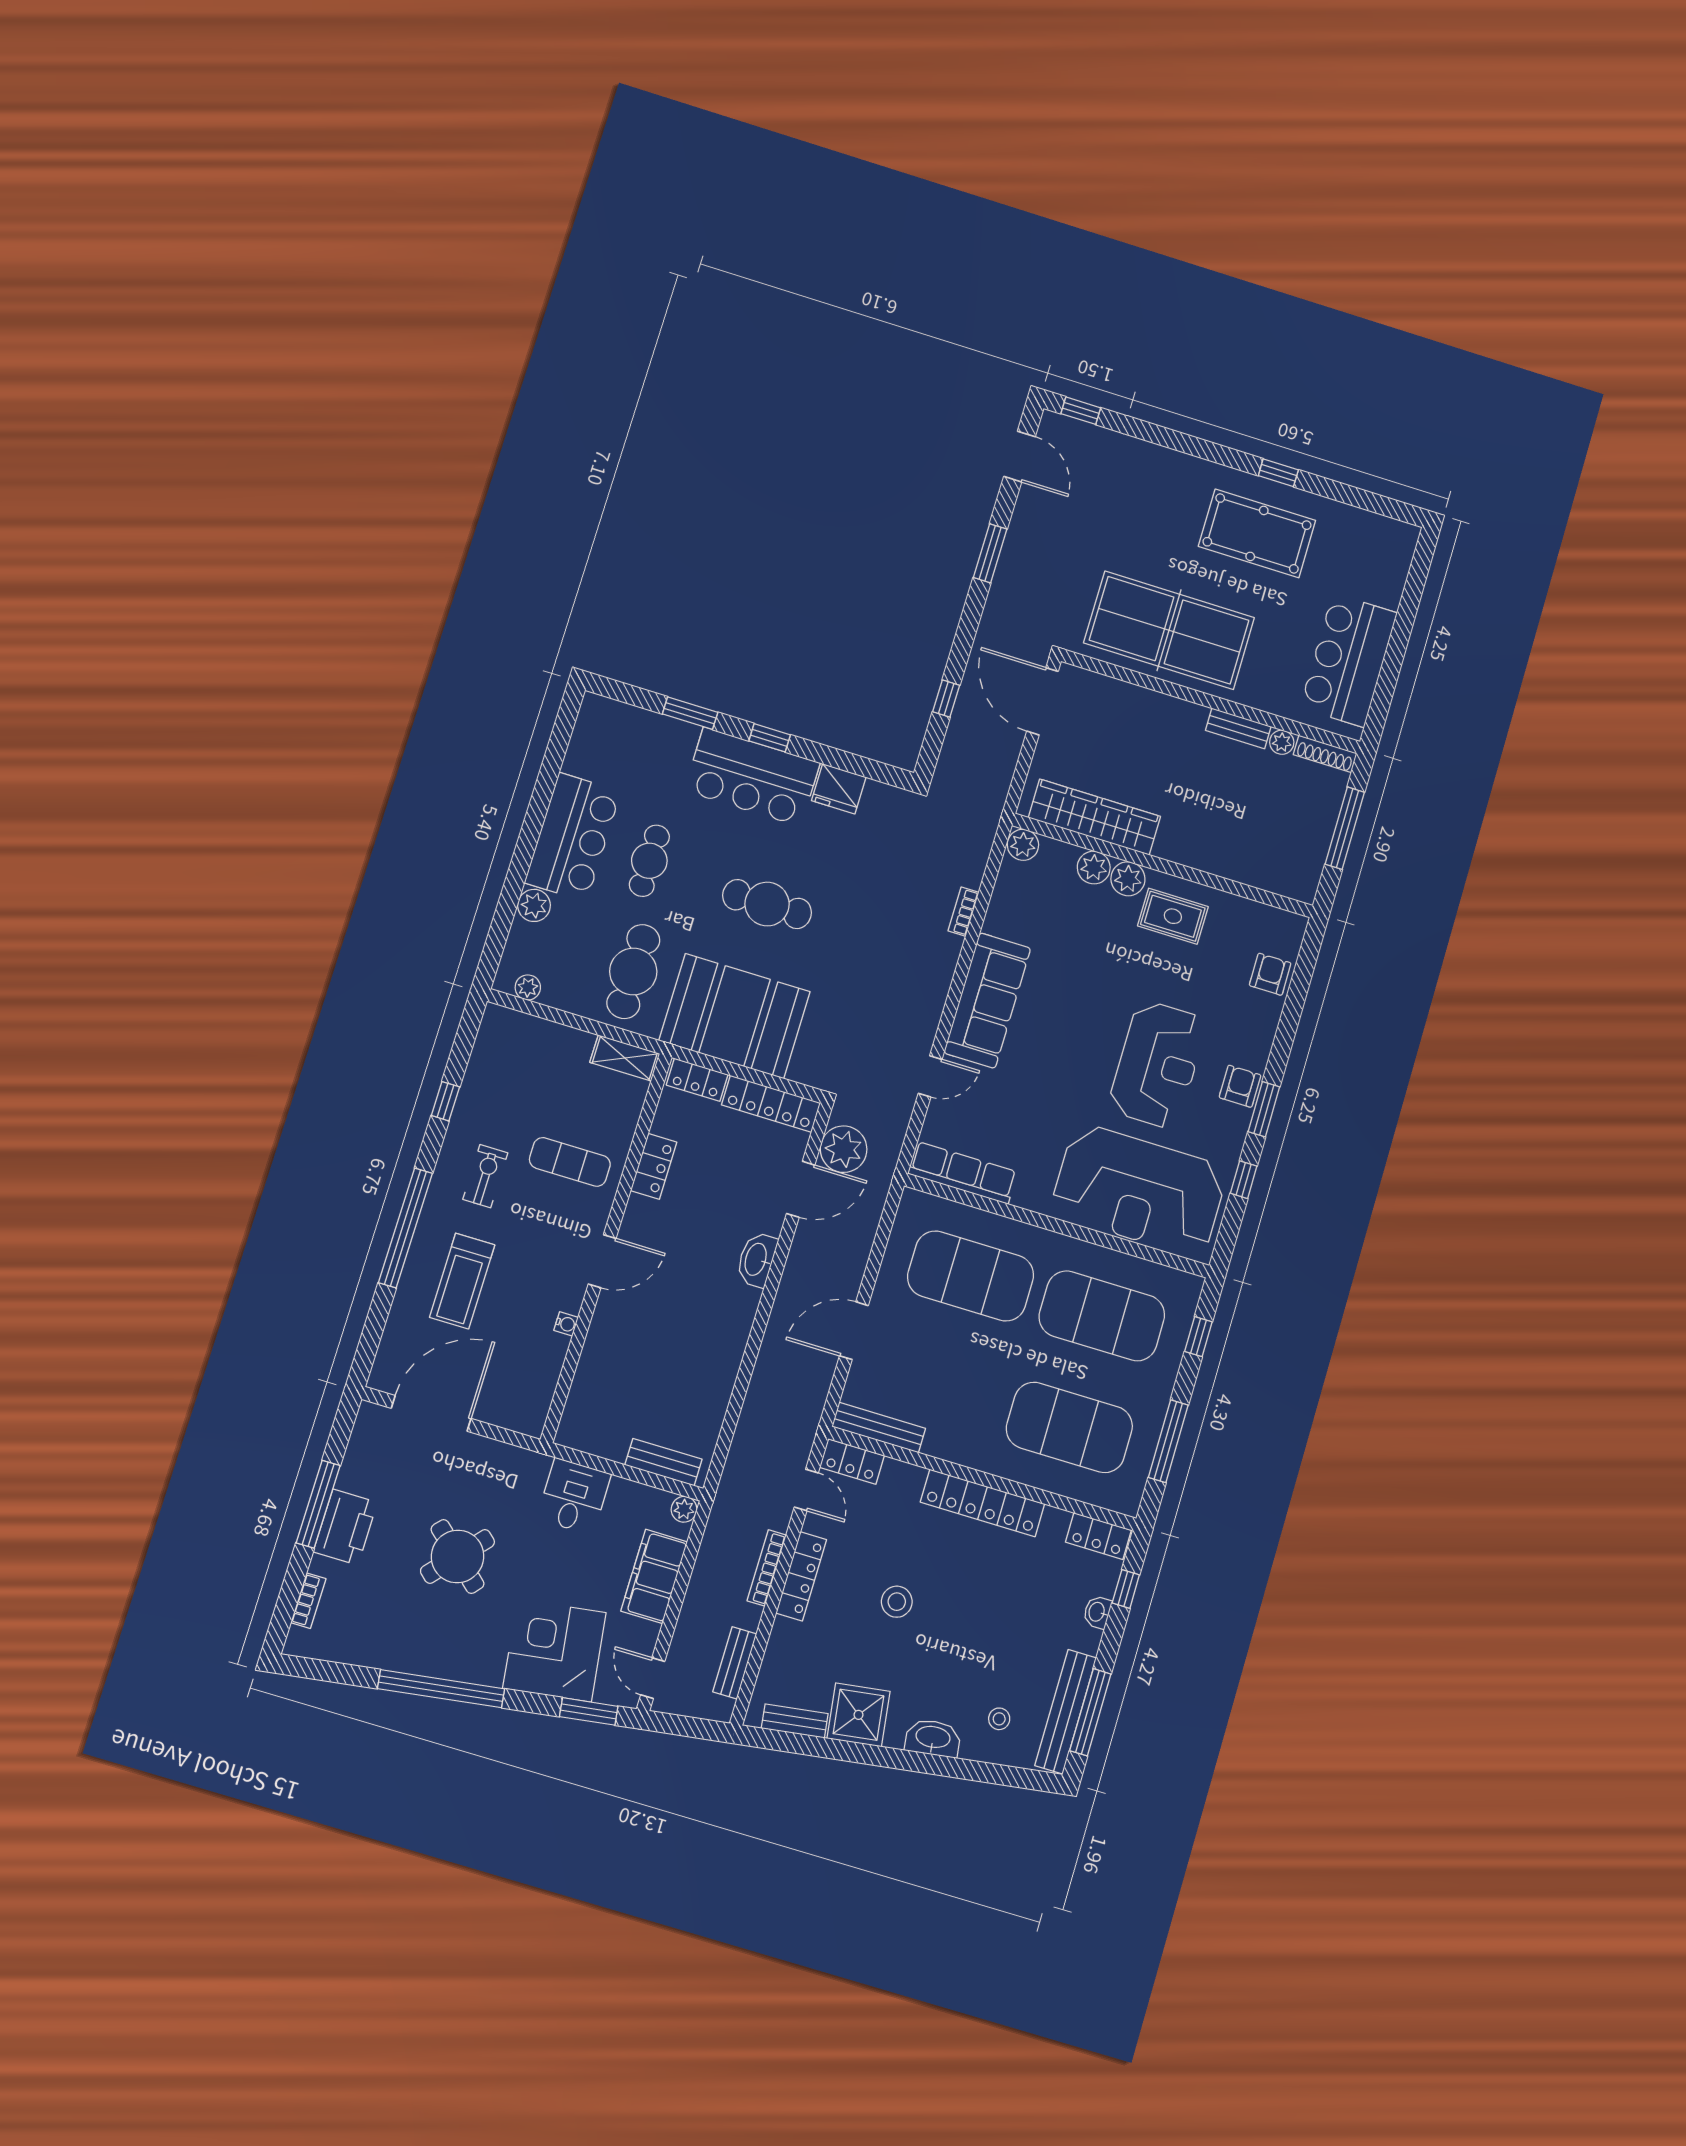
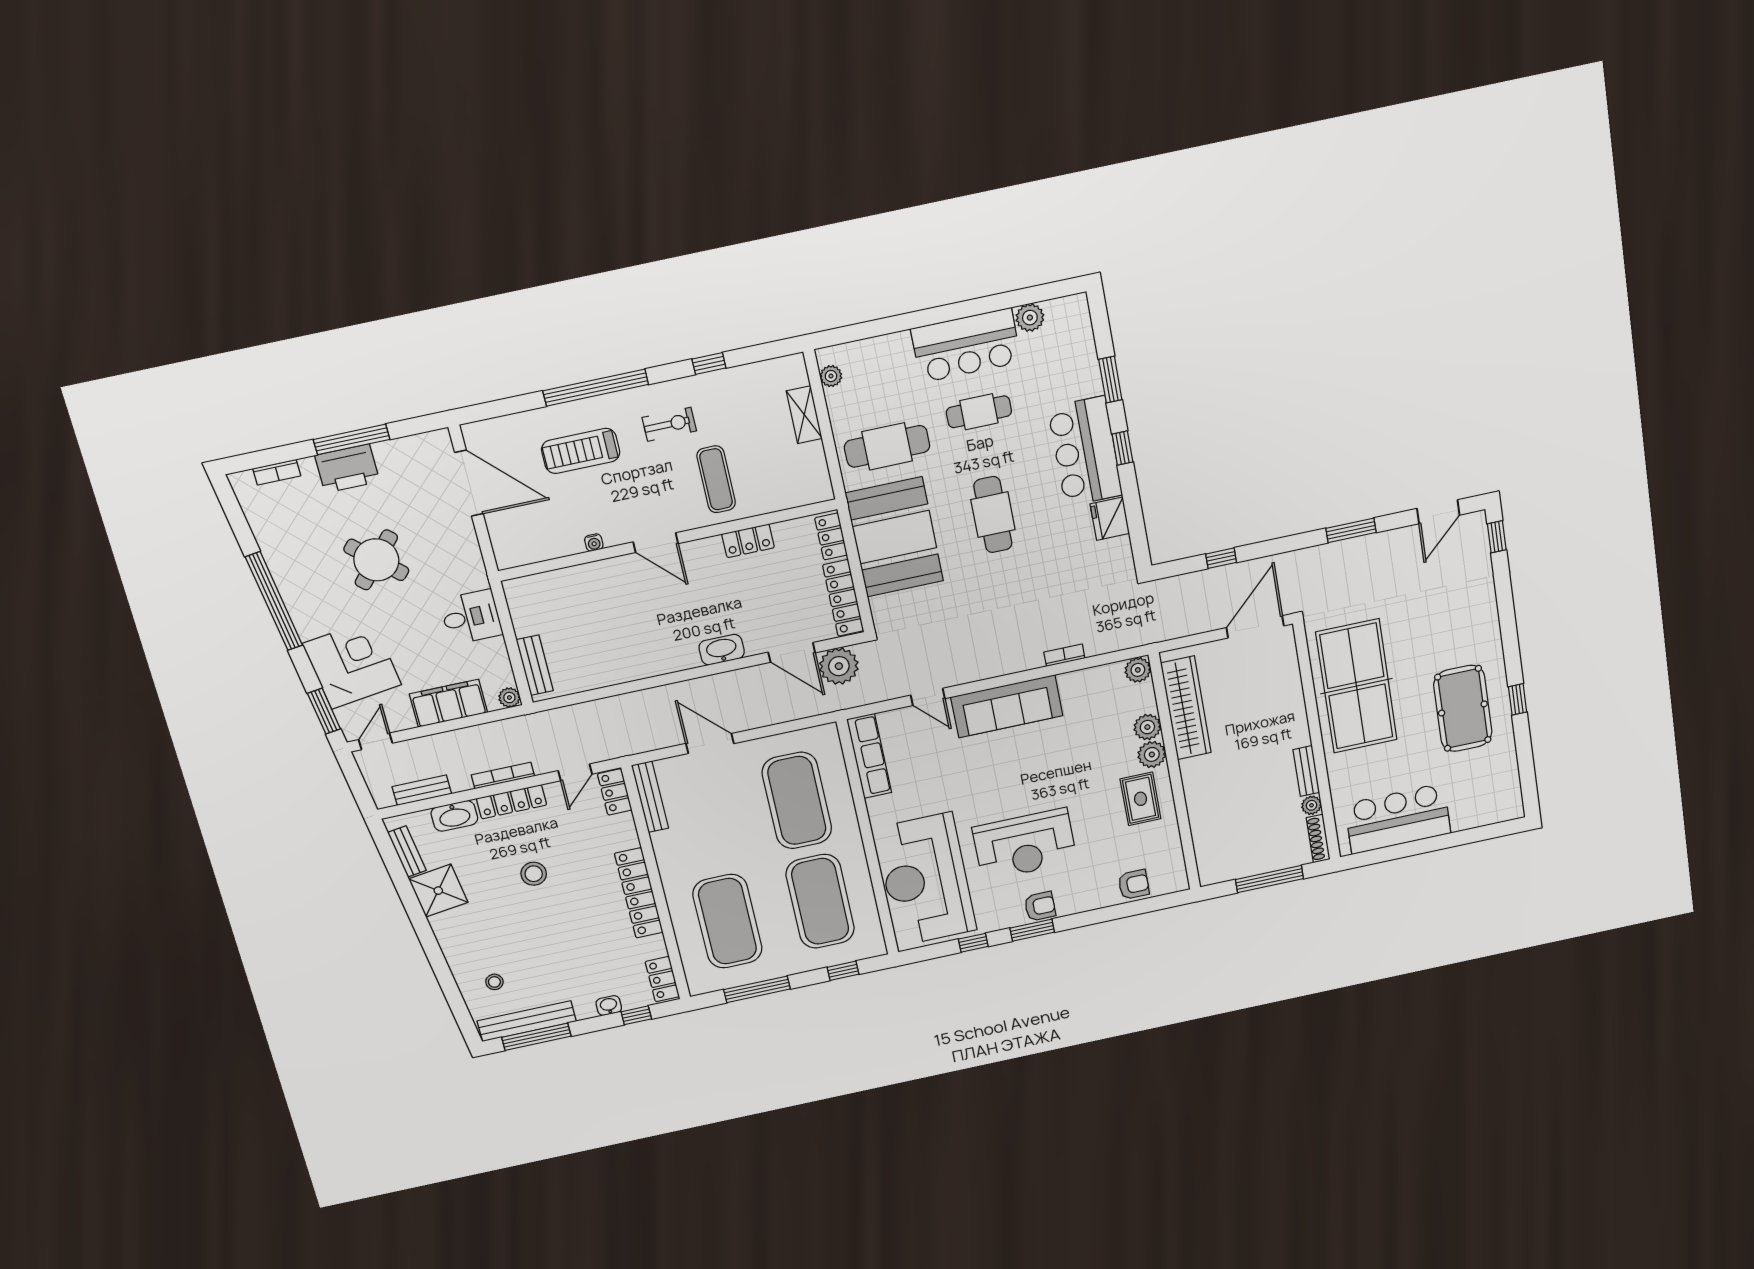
plant: (534, 905) -> (1030, 318), moved
shelving: (625, 1058) -> (804, 415), moved
washbasin: (933, 1738) -> (454, 816), moved, turned 98

